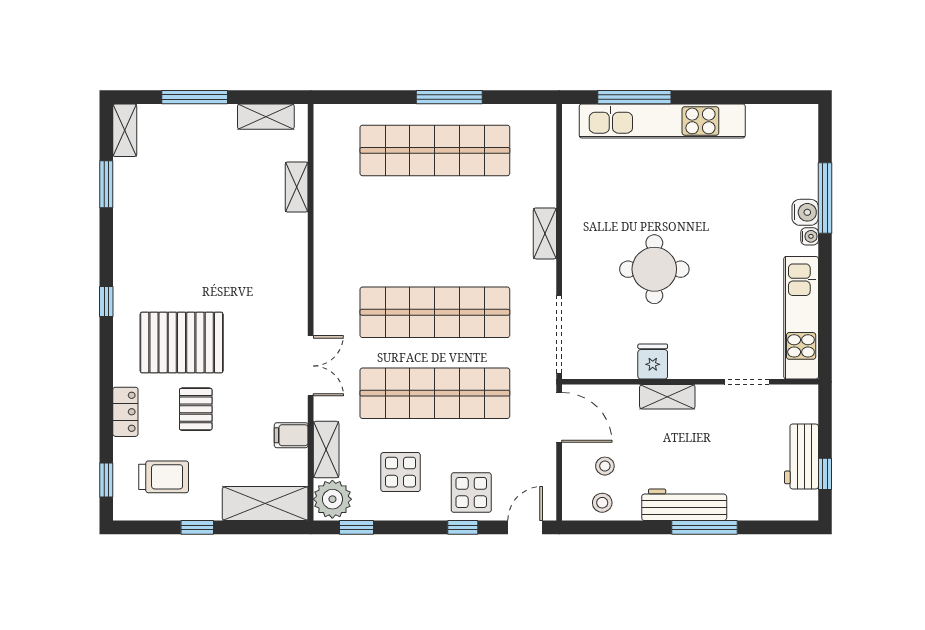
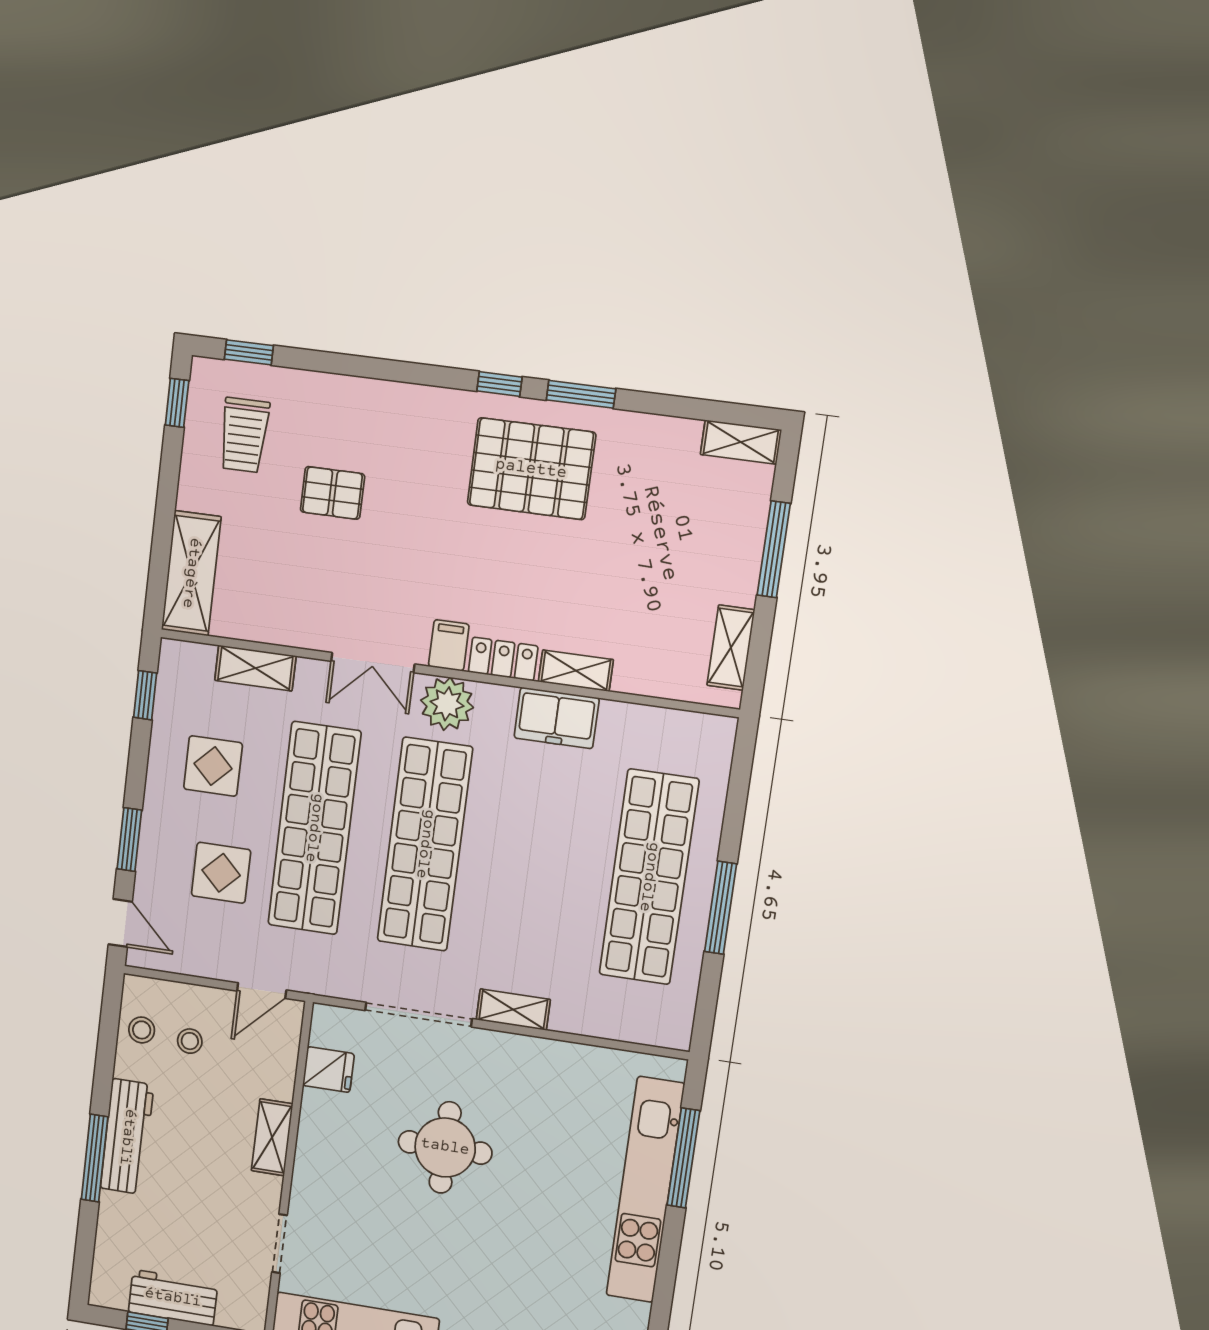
window: (106, 184) -> (581, 394), moved
shelving: (297, 187) -> (576, 671), moved
freezer: (332, 231) -> (557, 718), added
doorway: (559, 334) -> (419, 1015), moved
pallet: (182, 343) -> (531, 469), moved, turned 90
fridge: (653, 361) -> (328, 1070), moved
locker: (125, 412) -> (503, 659), moved, turned 180
door: (559, 417) -> (262, 991), width x0.73
filing cabinet: (291, 435) -> (449, 645), moved
display table: (471, 493) -> (221, 873), moved
plant: (332, 499) -> (447, 704), moved
window: (197, 527) -> (177, 403), moved
window: (463, 527) -> (129, 840), width x1.50

